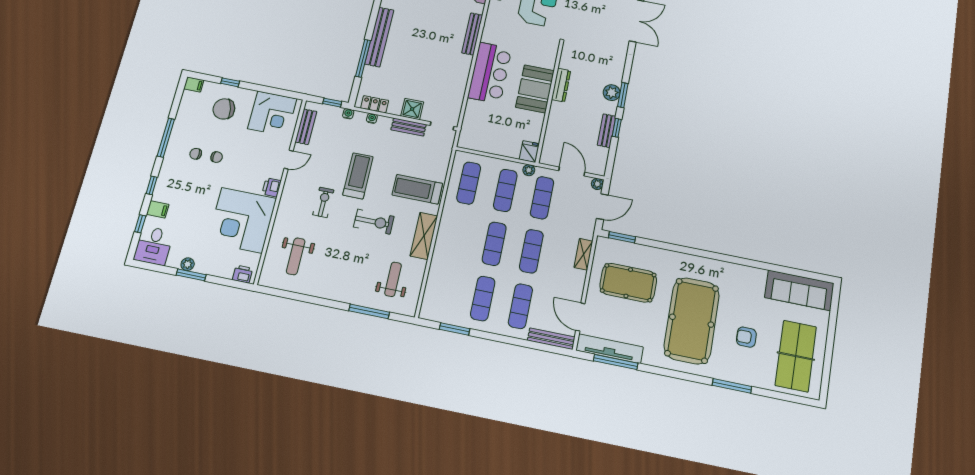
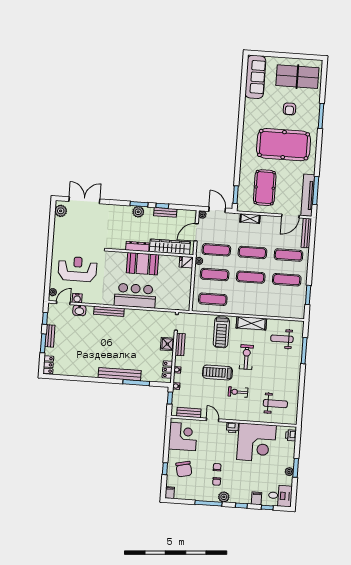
wardrobe: (555, 131) -> (170, 247), added
plant: (170, 161) -> (224, 497), added

